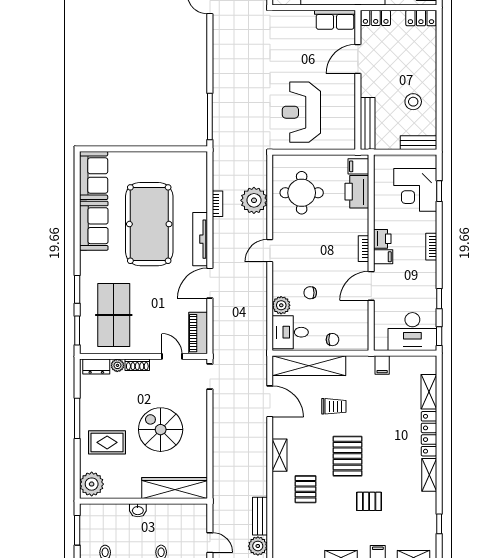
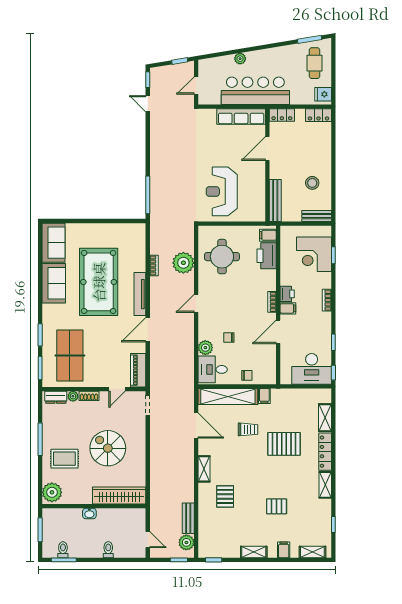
row of seats: (335, 20) -> (241, 117), width x1.48
door: (172, 356) -> (117, 389), swing flipped
filing cabinet: (382, 365) -> (264, 396), moved
pallet: (348, 456) -> (284, 444), moved, turned 90

